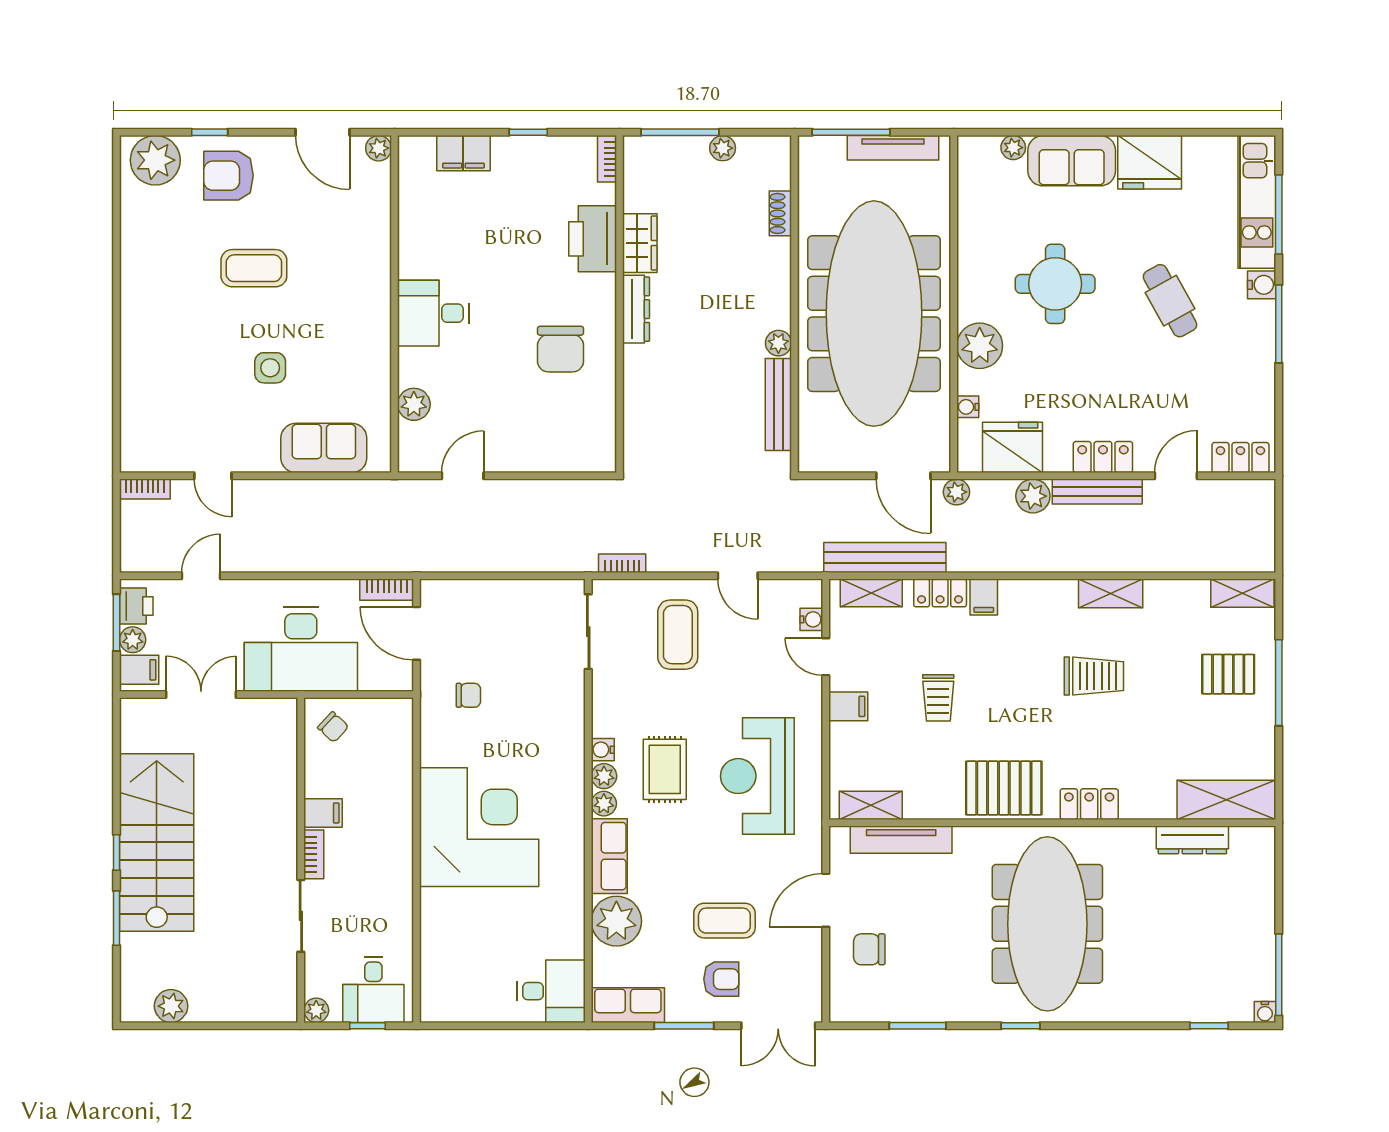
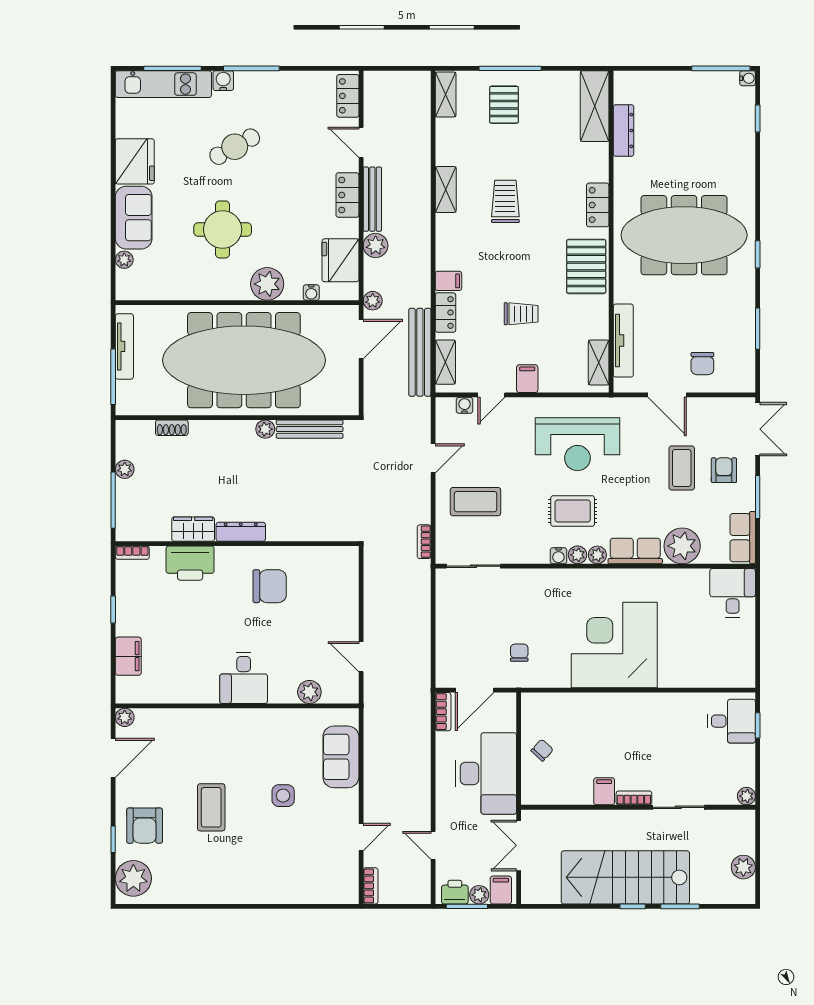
filing cabinet: (323, 813) -> (604, 791), moved
bookcase: (314, 854) -> (634, 798), moved
wall: (301, 860) -> (638, 807), moved
sliding door: (301, 916) -> (678, 807), moved
plant: (316, 1010) -> (746, 796), moved

